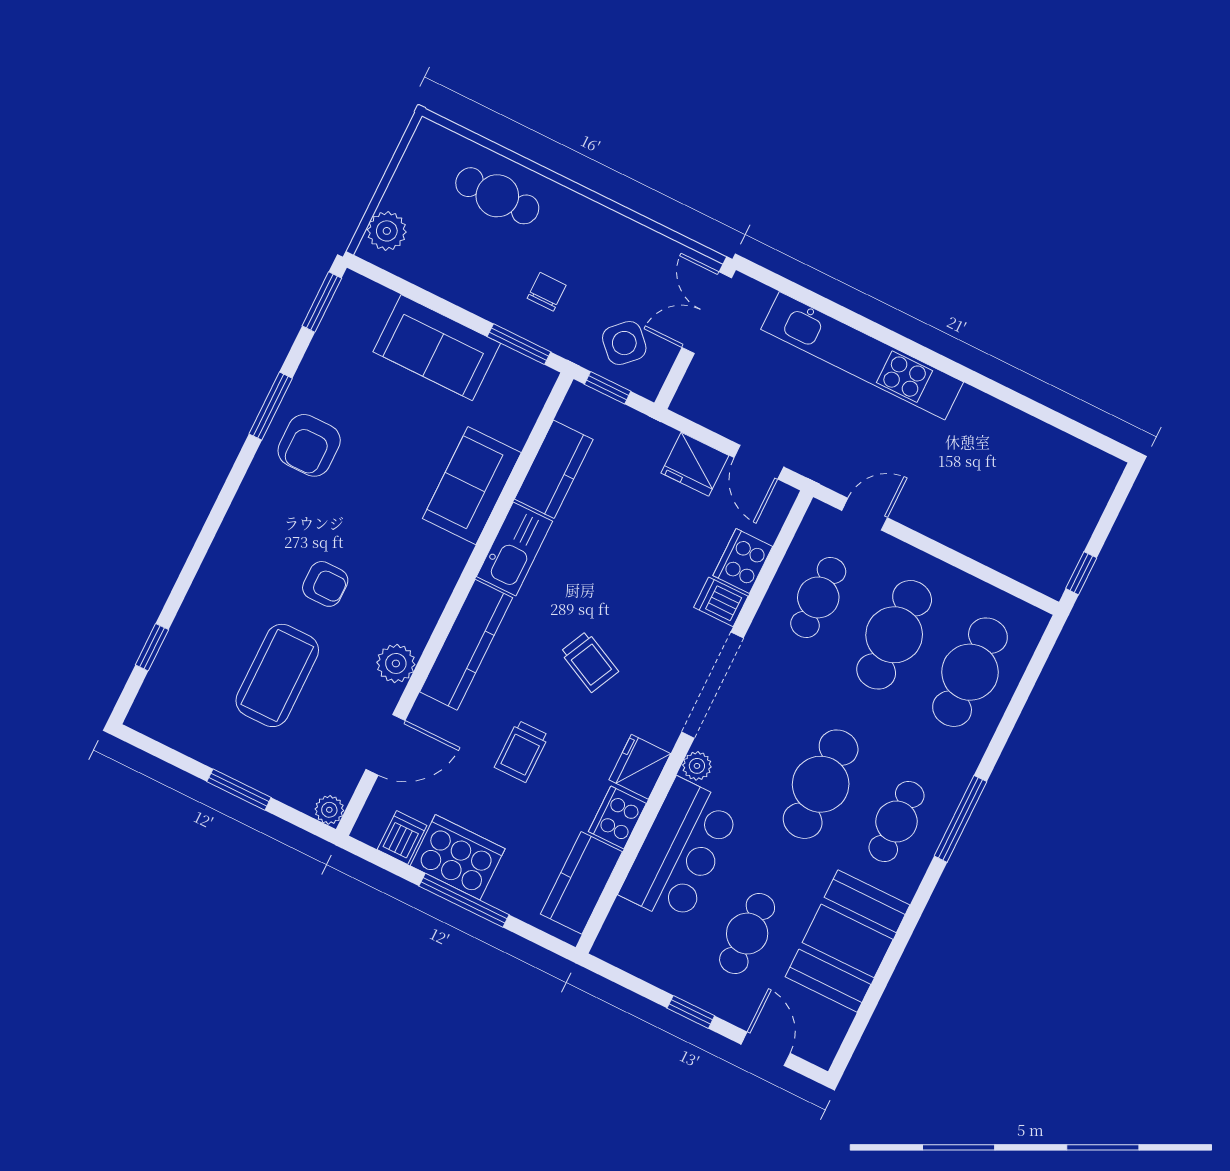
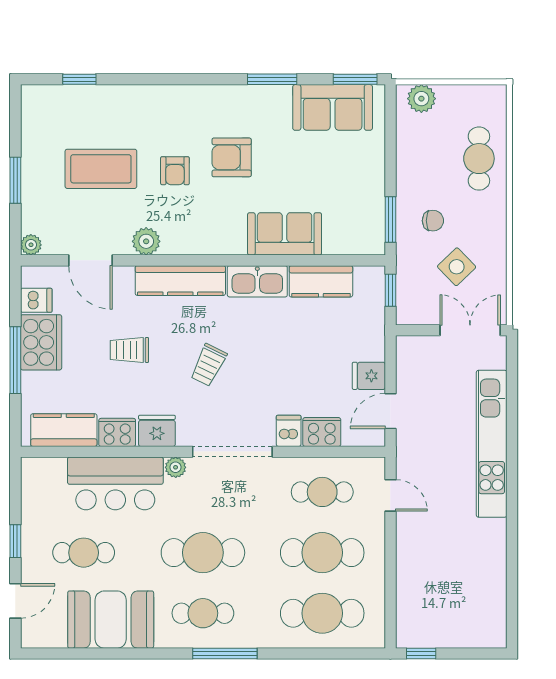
side table: (624, 343) -> (457, 267), moved
sofa: (437, 348) -> (333, 107), moved, turned -90
armchair: (309, 445) -> (232, 157), moved
fridge: (695, 464) -> (369, 376), width x0.72

